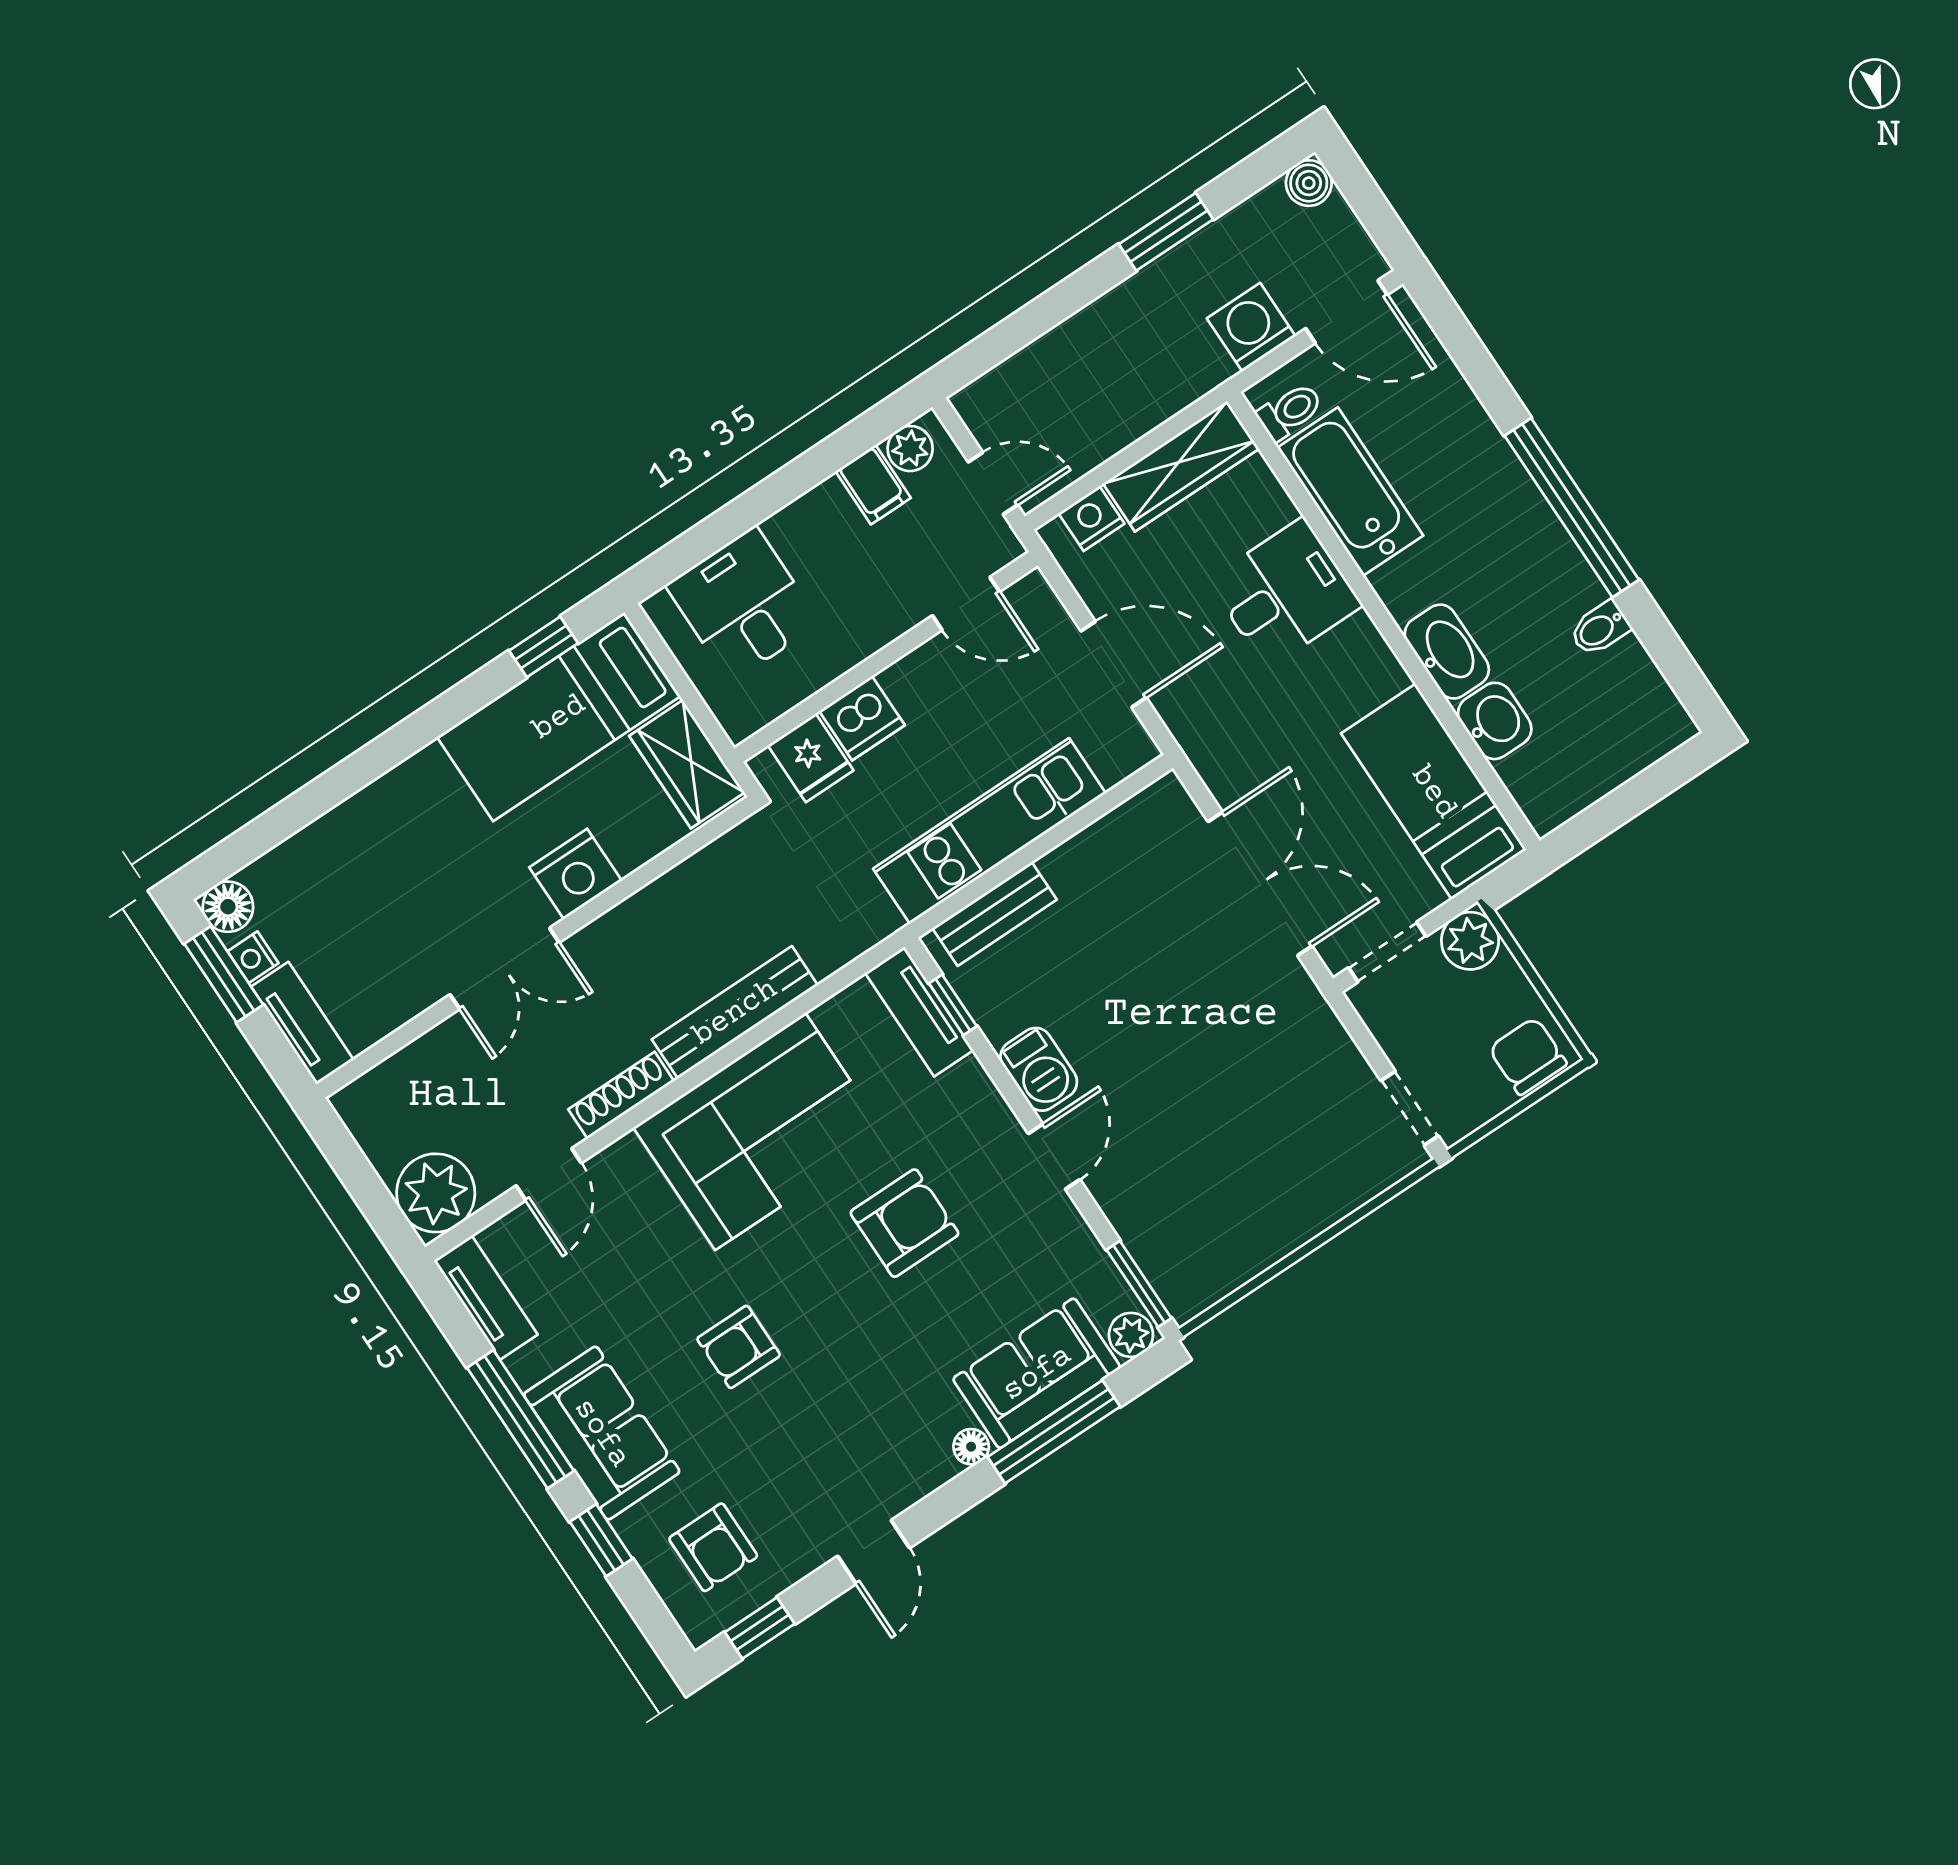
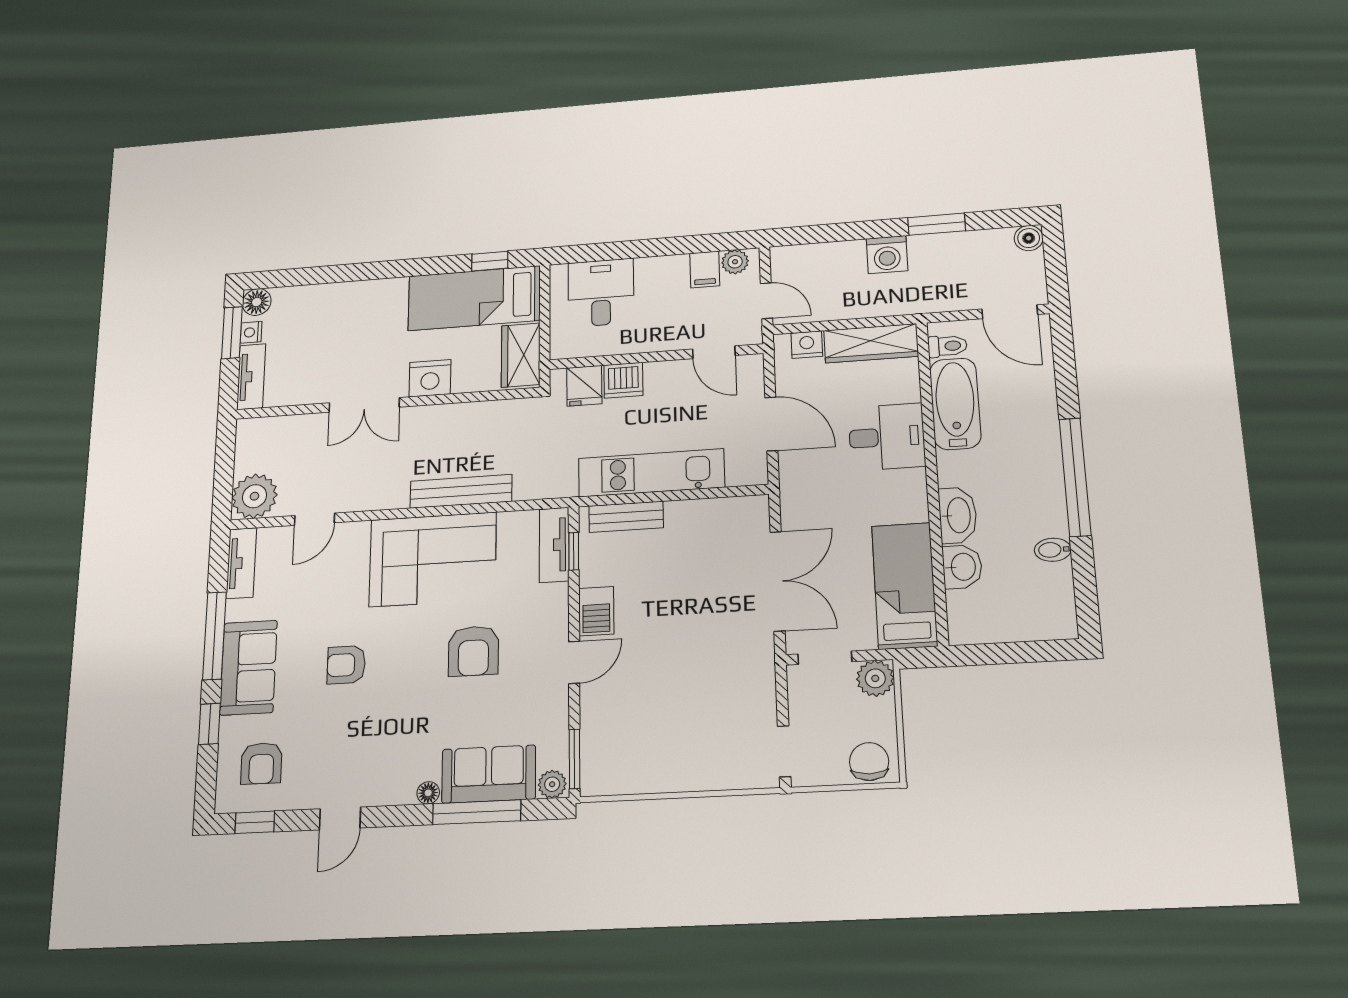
washing machine: (1251, 327) -> (887, 255), moved, turned 180
shoe rack: (621, 1095) -> (377, 500), removed
armchair: (905, 1223) -> (473, 651), turned 90

